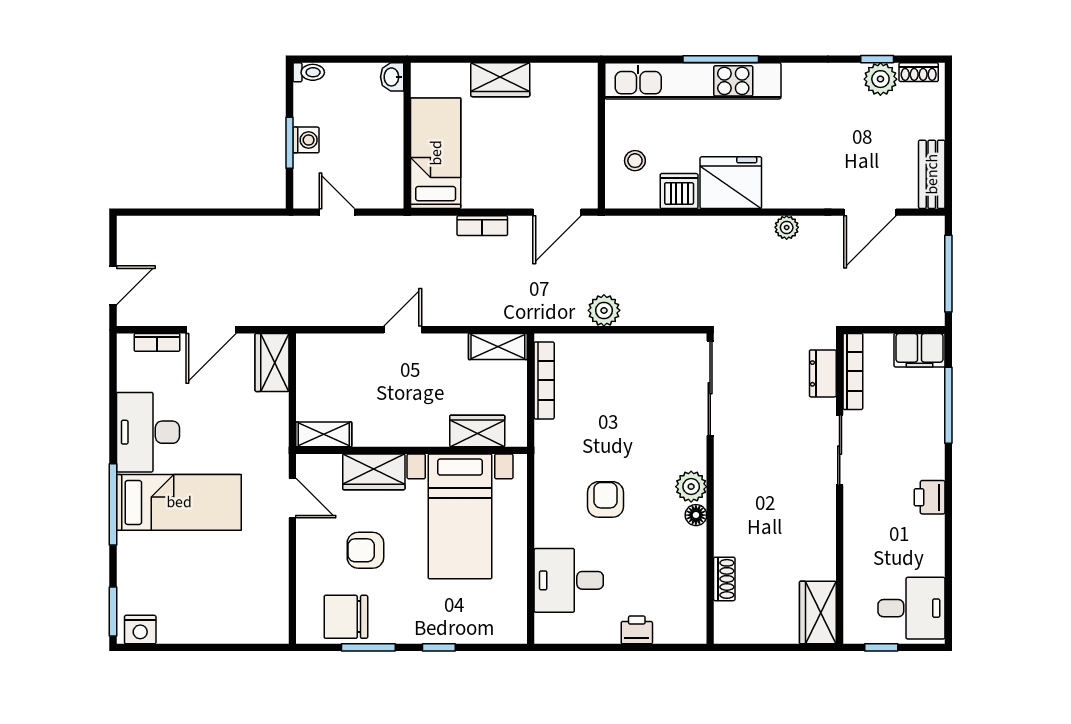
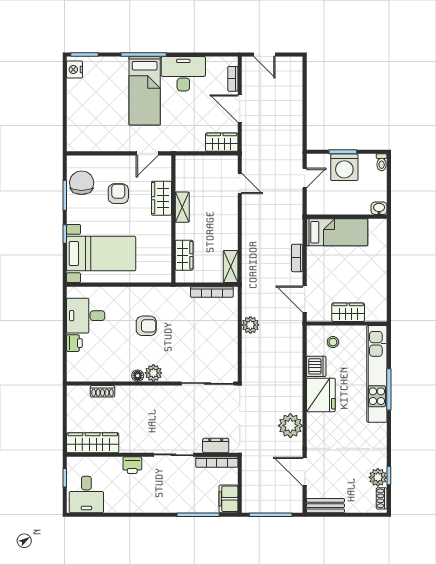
wardrobe: (500, 80) -> (348, 312), moved, turned 90
washing machine: (306, 140) -> (344, 167), width x1.89, depth x1.89
plant: (787, 227) -> (290, 426), width x1.87, depth x1.87
door: (403, 330) -> (240, 183), moved
shelving: (324, 434) -> (182, 207), moved
printer: (930, 497) -> (132, 465), moved, turned 180
bed with nightstands: (460, 516) -> (101, 254), moved, turned 180
desk: (569, 580) -> (86, 316), moved, turned -90
wardrobe: (818, 612) -> (93, 443), width x1.50

